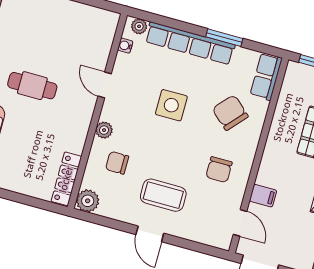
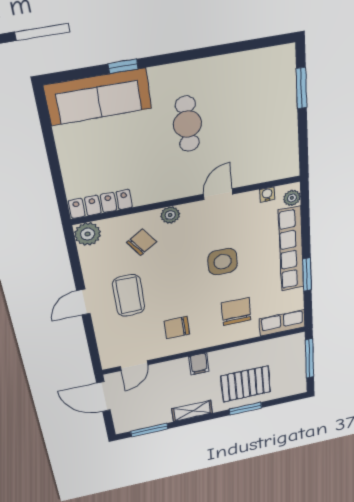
chair: (230, 113) -> (236, 311), turned -42
chair: (117, 163) -> (142, 242), turned 56
filing cabinet: (263, 196) -> (199, 364), moved

